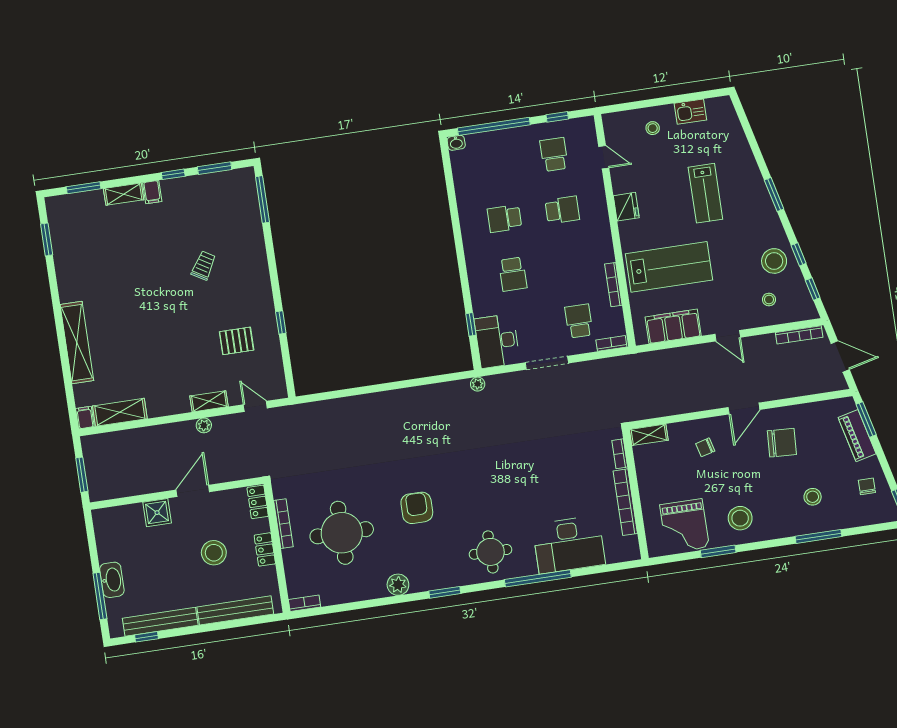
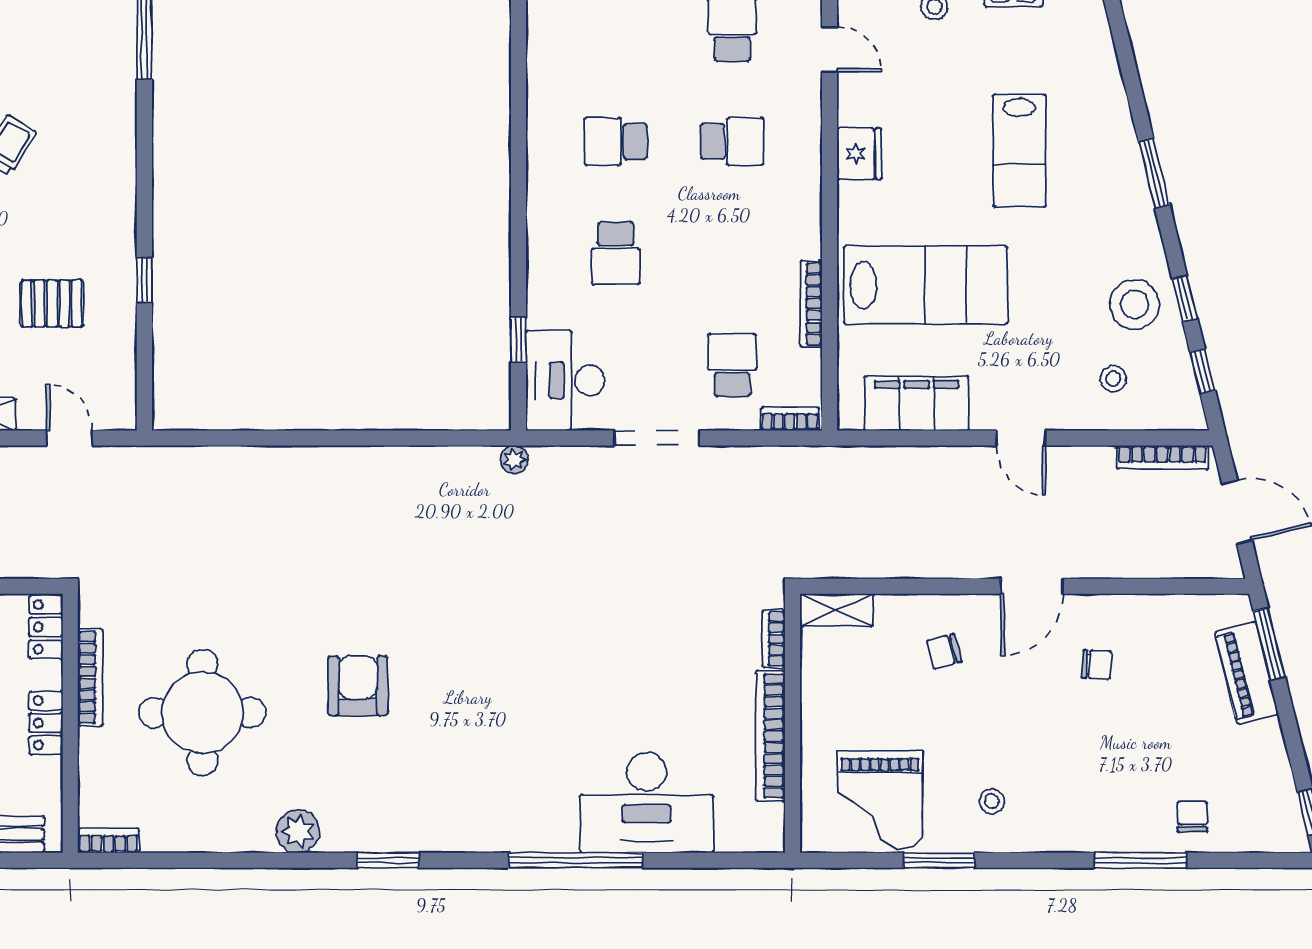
chair: (782, 443) -> (1097, 665), width x0.54, depth x0.54
chair: (867, 486) -> (1192, 817), moved
stool: (813, 497) -> (1141, 780), removed
stool: (740, 518) -> (992, 801), width x0.53, depth x0.53
round table: (490, 552) -> (490, 794), removed

